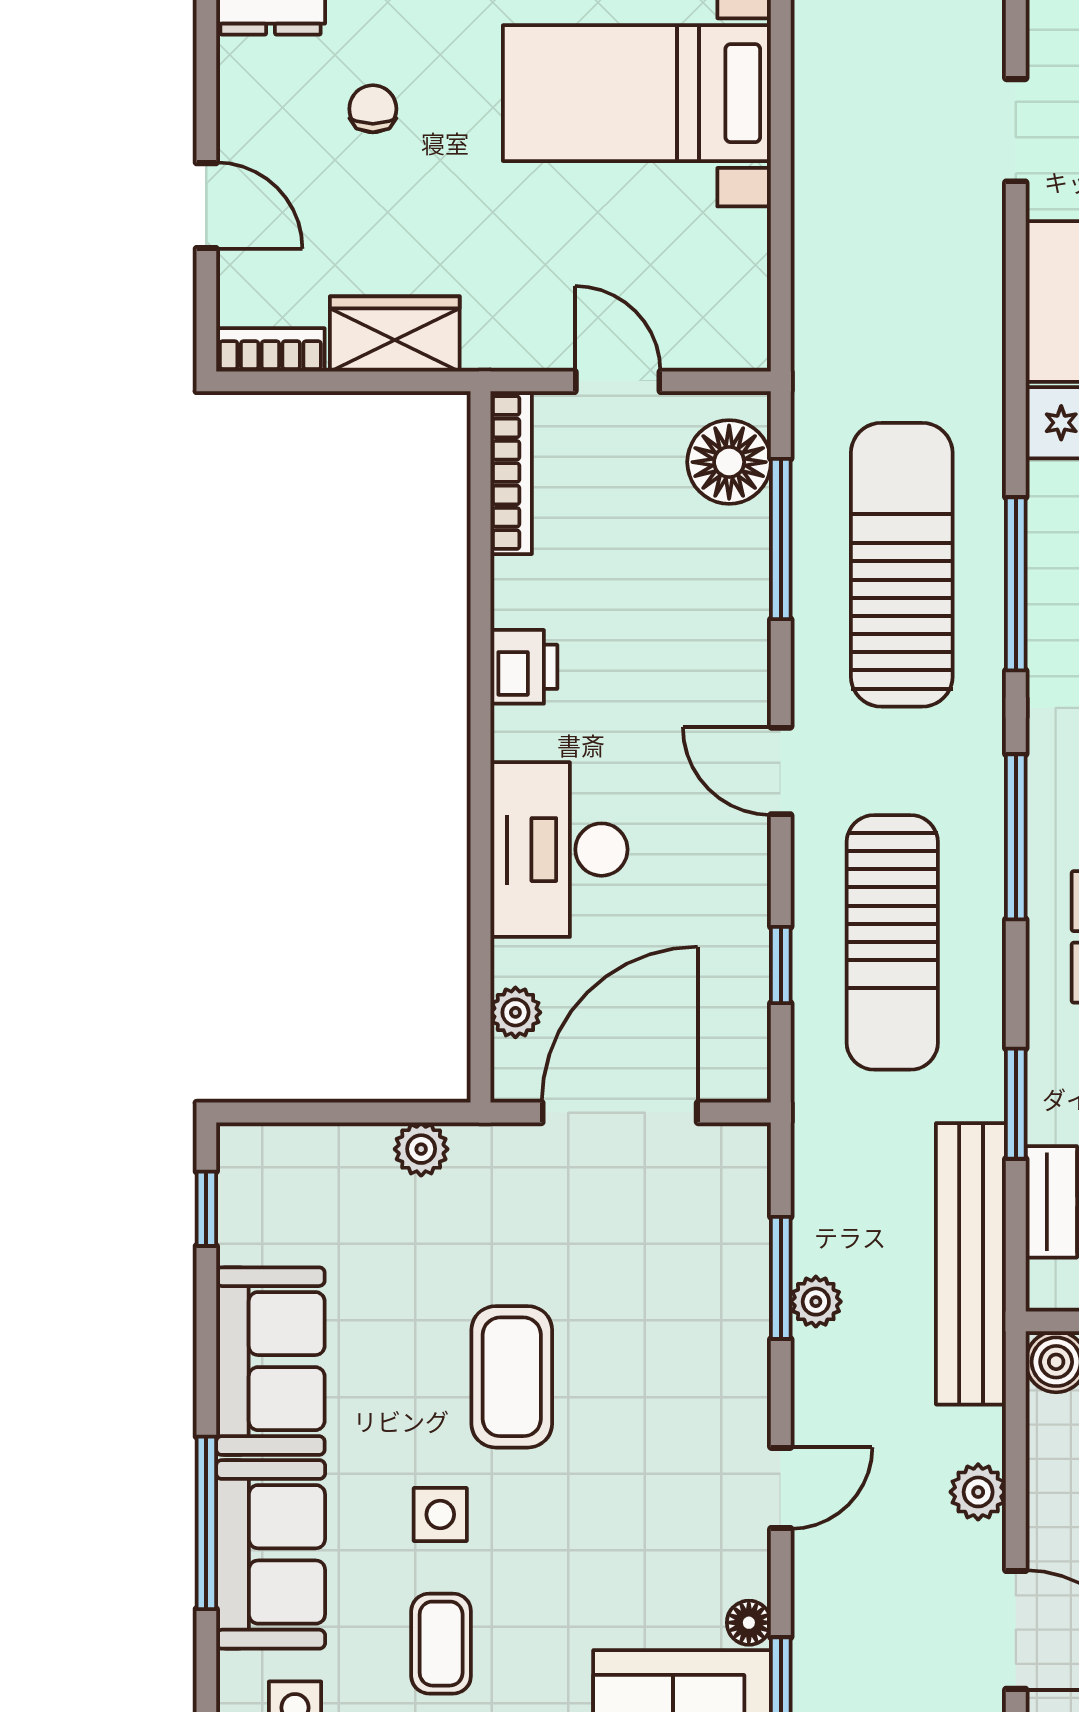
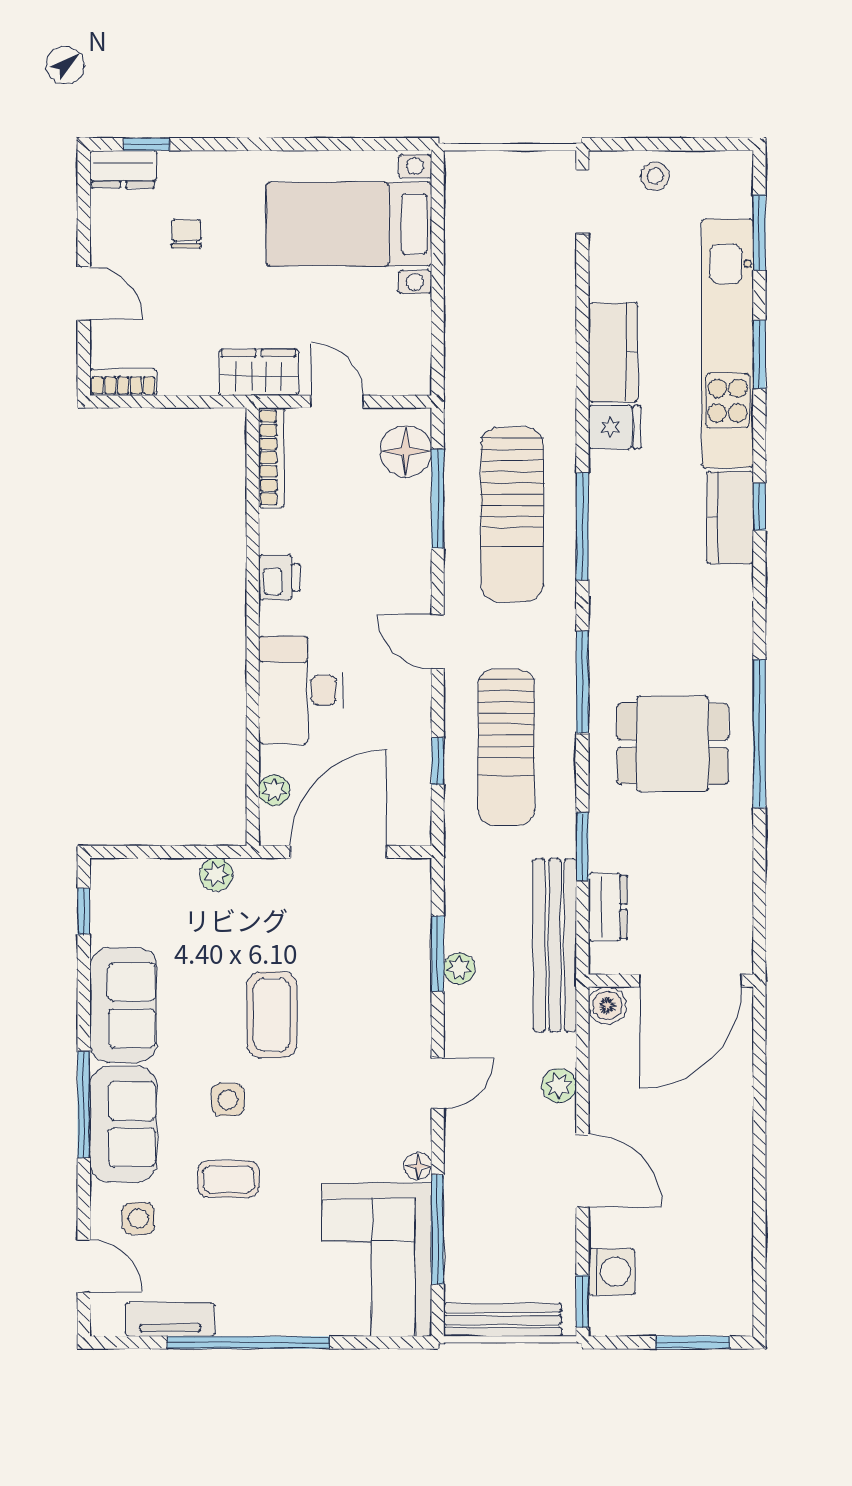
doorway: (1016, 130) -> (582, 202), moved
wardrobe: (395, 334) -> (259, 372), moved
sun lounger: (902, 565) -> (512, 515), turned 180
coffee table: (441, 1644) -> (228, 1179), turned 90

